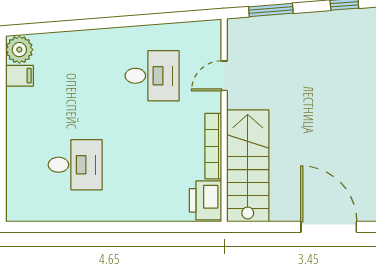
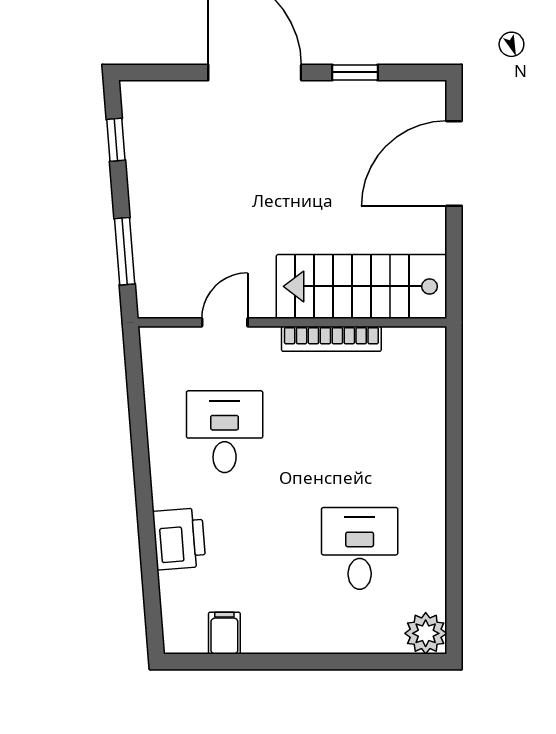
plant: (19, 50) -> (426, 633), moved
door: (224, 76) -> (225, 322), swing flipped
printer: (206, 200) -> (179, 539), moved, turned -94

